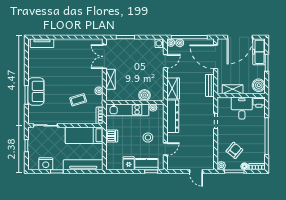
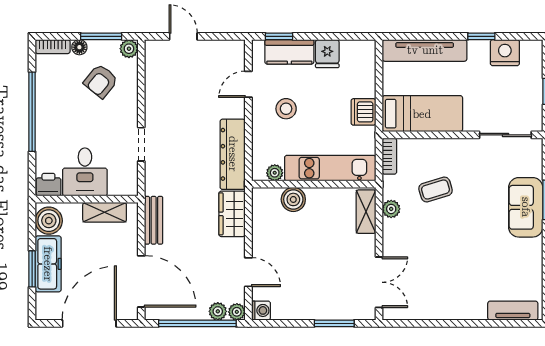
freezer: (259, 52) -> (48, 264), moved
door: (165, 61) -> (248, 272), swing flipped
shelving: (111, 79) -> (366, 212), moved

